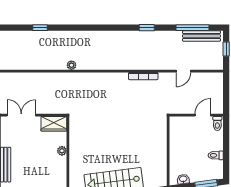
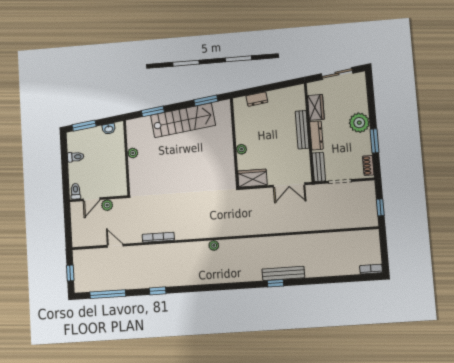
bench: (202, 36) -> (283, 273), moved
plant: (71, 65) -> (214, 245), moved
door: (183, 71) -> (115, 246), hinge flipped
plant: (189, 109) -> (107, 205), added
plant: (162, 155) -> (133, 153), added

